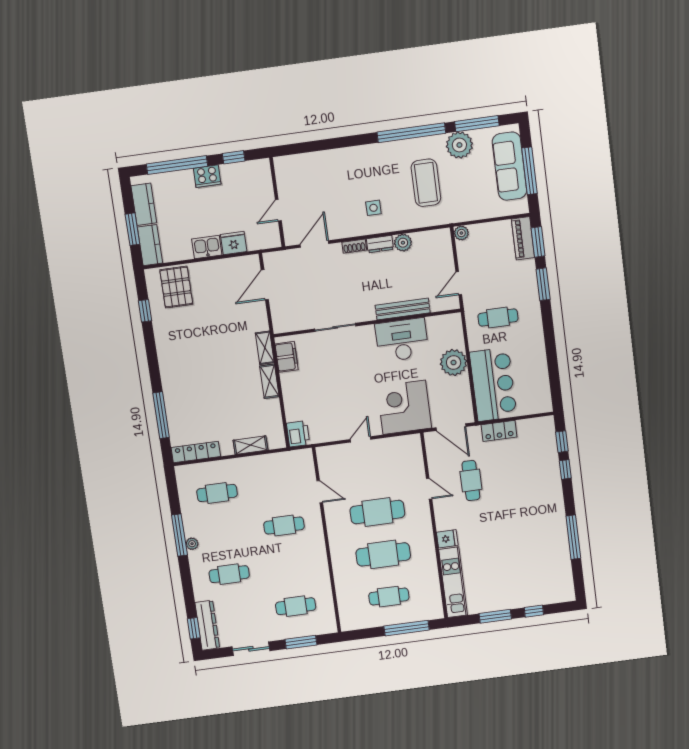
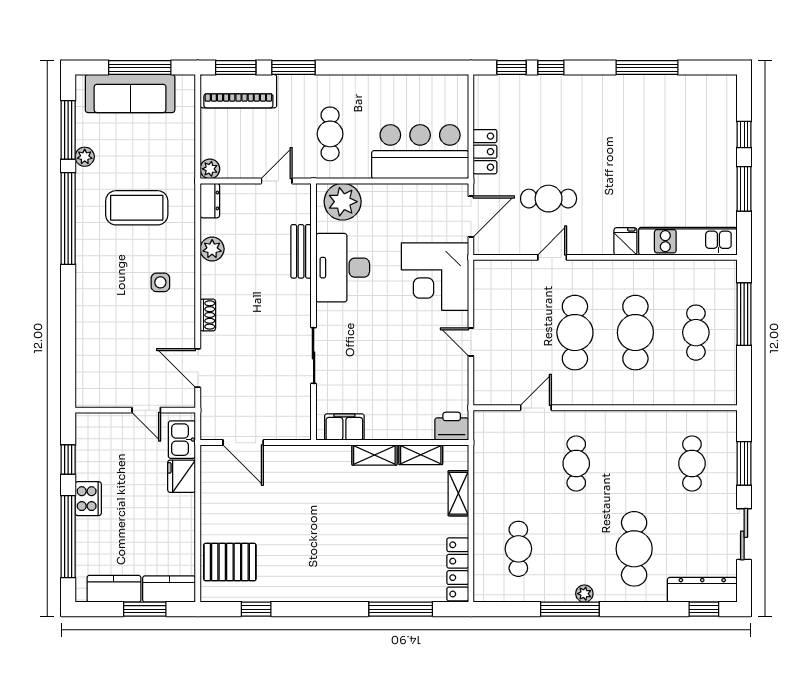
plant: (459, 145) -> (85, 157), width x0.53, depth x0.53
piano: (523, 238) -> (238, 91), width x1.37, depth x1.33
dresser: (380, 244) -> (210, 201), moved
kitchen sink: (207, 247) -> (182, 440), moved
door: (459, 283) -> (277, 181), swing flipped
bench: (403, 309) -> (301, 251), width x0.73
shelving: (265, 348) -> (421, 455), moved
plant: (454, 363) -> (343, 202), moved
cafe table: (229, 574) -> (634, 549), width x1.37, depth x1.35

